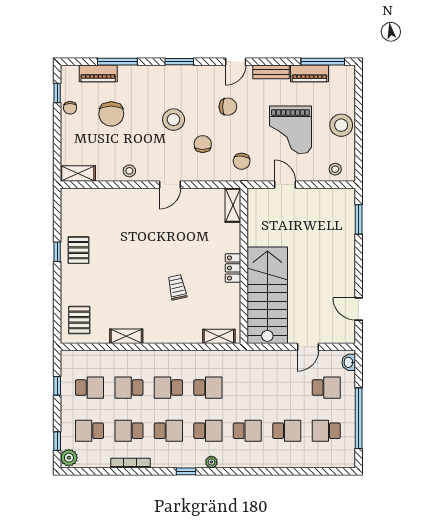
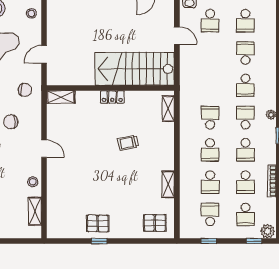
shelving: (78, 173) -> (35, 211), moved
school desk: (326, 388) -> (210, 21), turned 180
school desk: (168, 431) -> (245, 150), turned 180
school desk: (247, 431) -> (245, 85), turned 180

